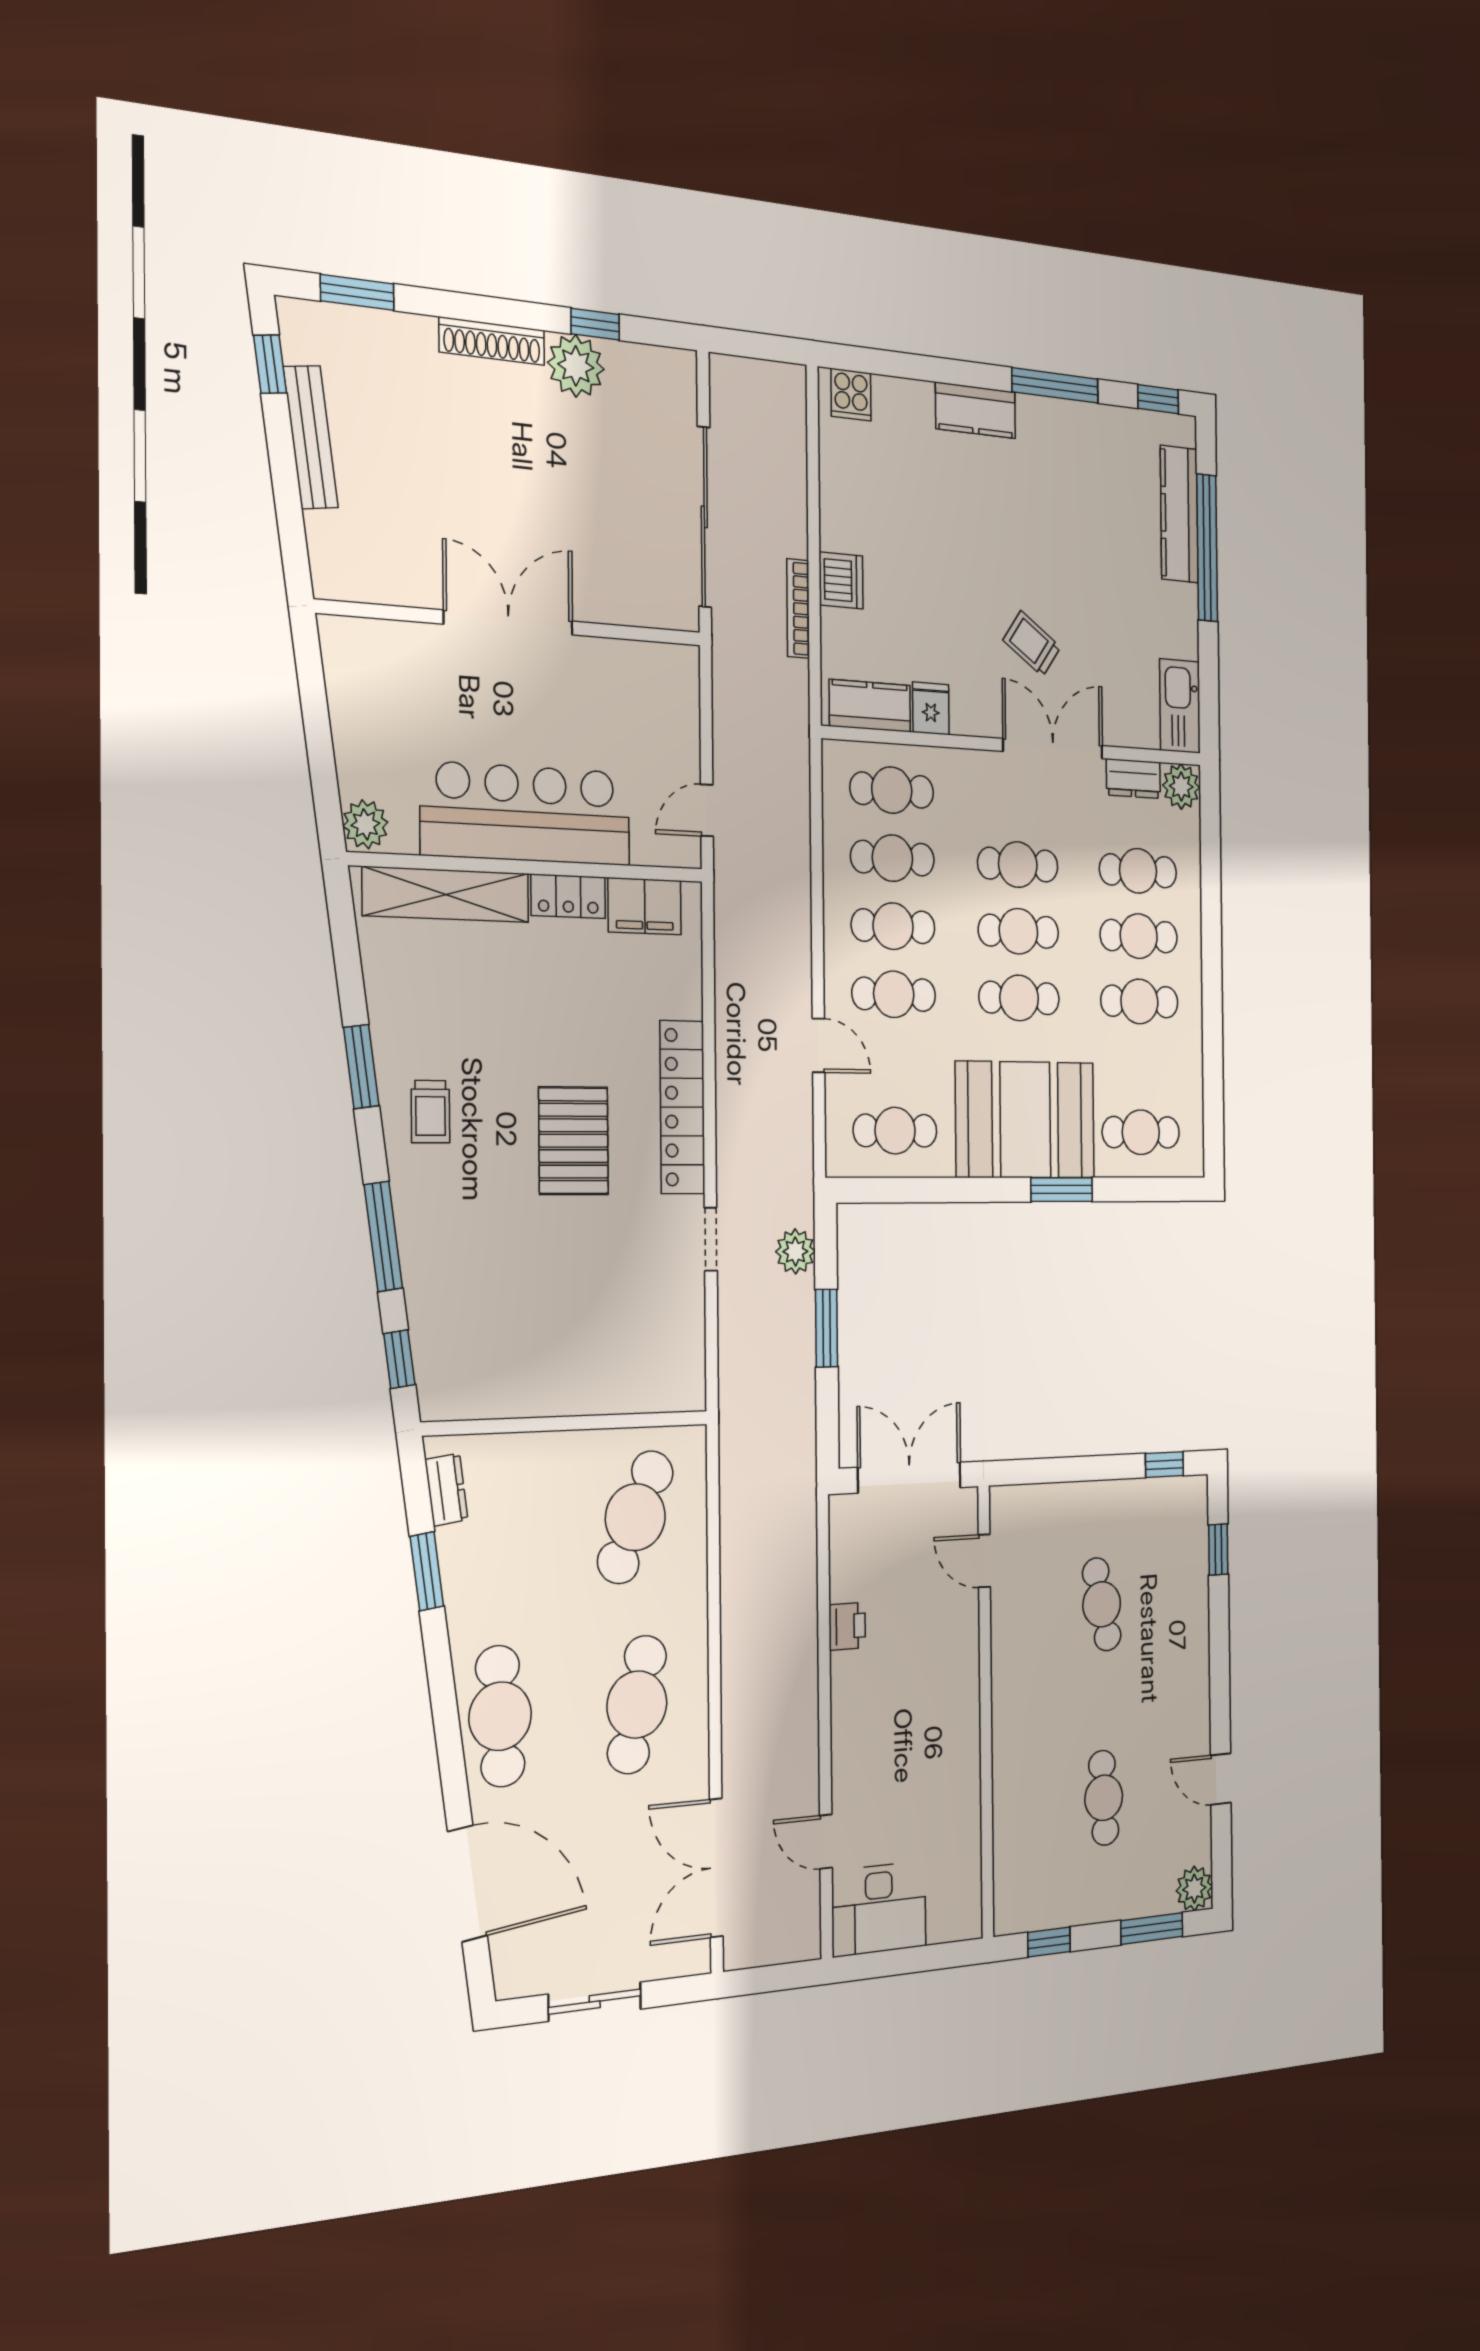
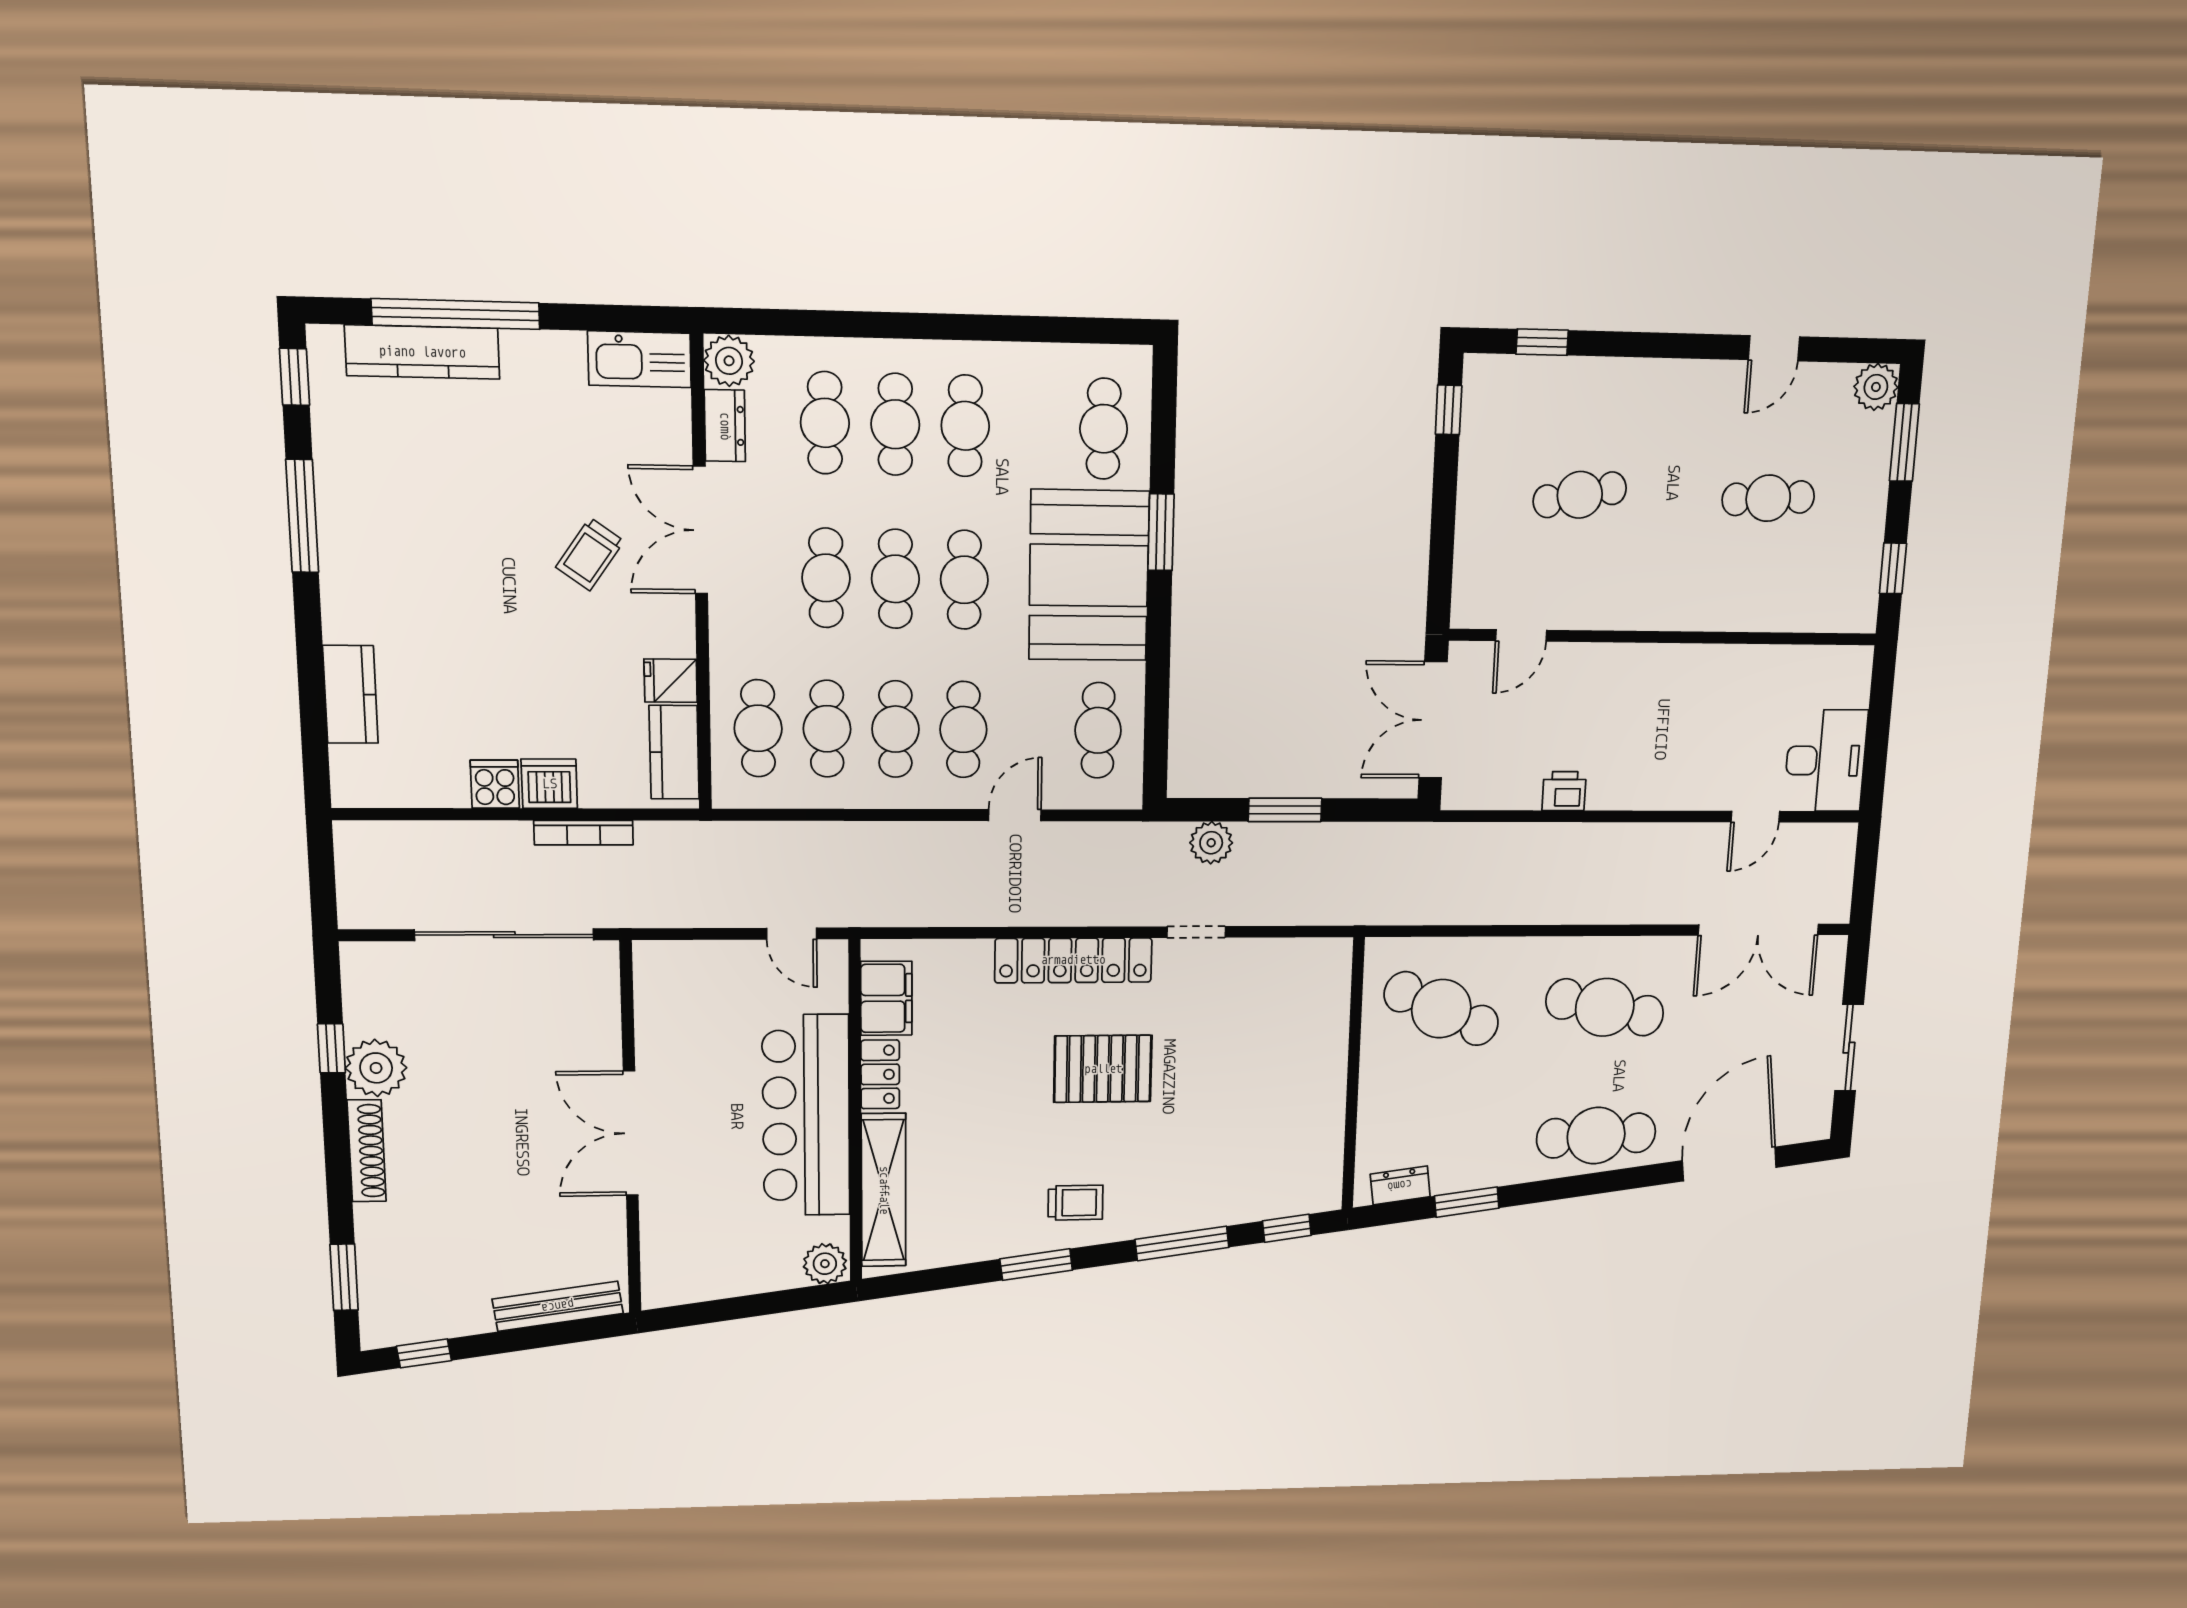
cooker: (851, 395) -> (495, 784), moved, turned -90
kitchen counter: (975, 410) -> (350, 694), moved
bench: (311, 437) -> (558, 1306), moved

